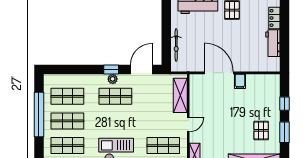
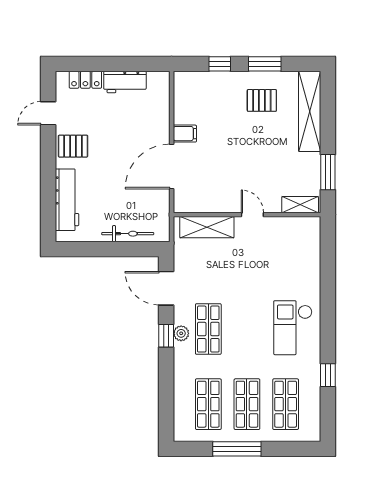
window: (39, 115) -> (237, 449), width x0.68
shop shelf: (163, 146) -> (286, 254), removed

